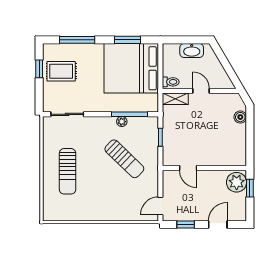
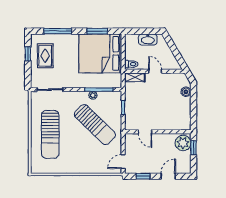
rug: (61, 71) -> (45, 56), turned 90
sun lounger: (124, 159) -> (95, 125), width x1.36, depth x1.34
sun lounger: (68, 171) -> (50, 134), width x1.36, depth x1.34

